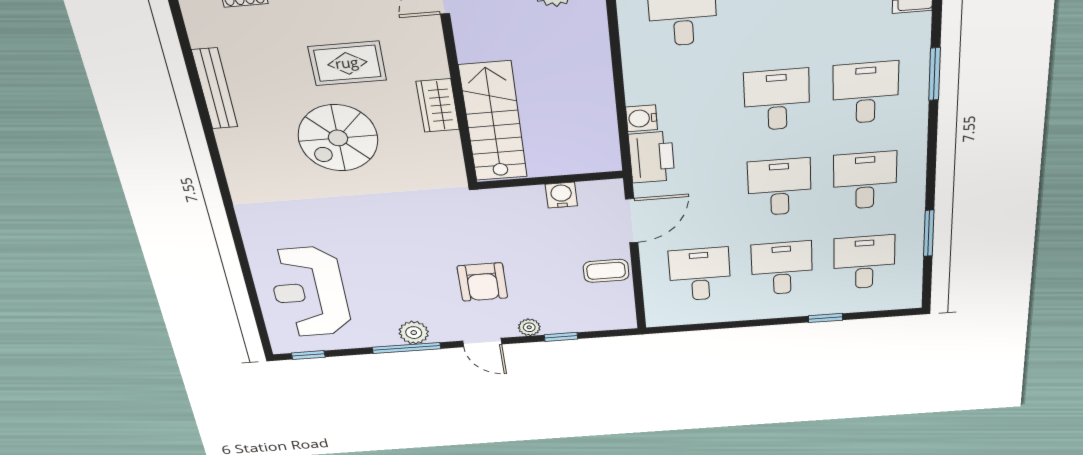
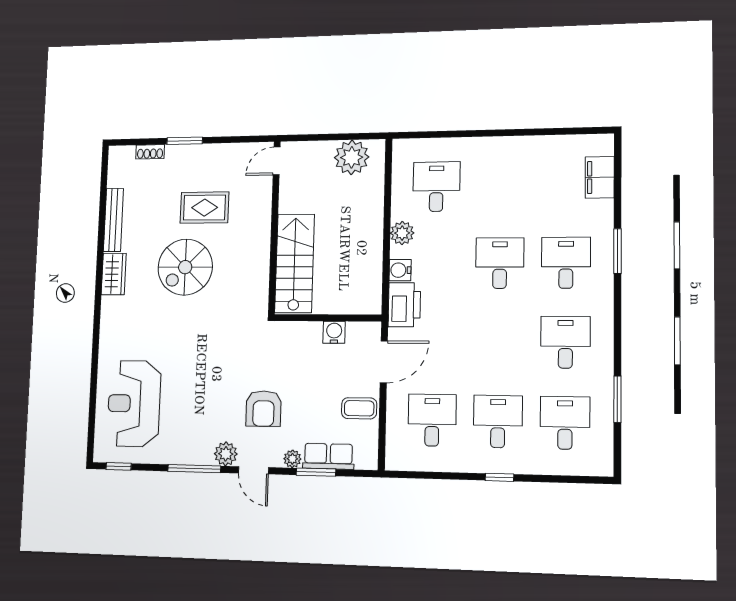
plant: (640, 74) -> (402, 233), added
wardrobe: (438, 106) -> (114, 274), moved, turned 180
desk: (779, 187) -> (499, 342), removed
window: (826, 318) -> (499, 477), moved
row of seats: (574, 321) -> (328, 456), added
plant: (414, 333) -> (226, 454), moved
window: (561, 337) -> (316, 472), width x1.50

